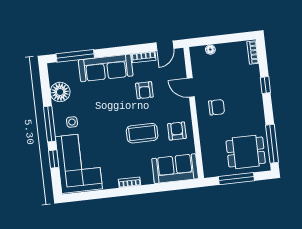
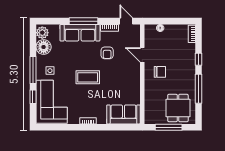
door: (165, 46) -> (126, 21), swing flipped
window: (75, 56) -> (84, 21), moved
plant: (56, 73) -> (42, 33), added
armchair: (177, 131) -> (128, 86), removed
coffee table: (142, 133) -> (88, 77), moved
window: (272, 144) -> (198, 89), moved
dining table: (246, 152) -> (178, 108), turned 90

